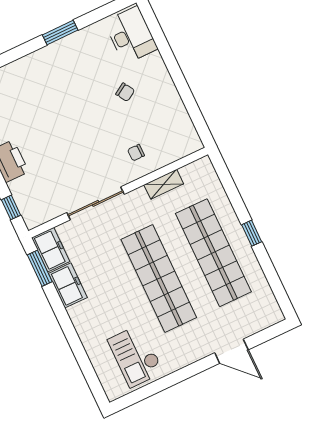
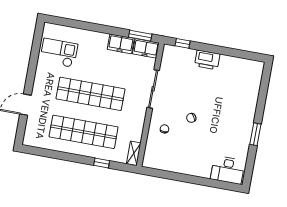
chair: (125, 92) -> (191, 118), moved
shelving: (164, 184) -> (134, 153), moved
window: (252, 233) -> (102, 163), moved

